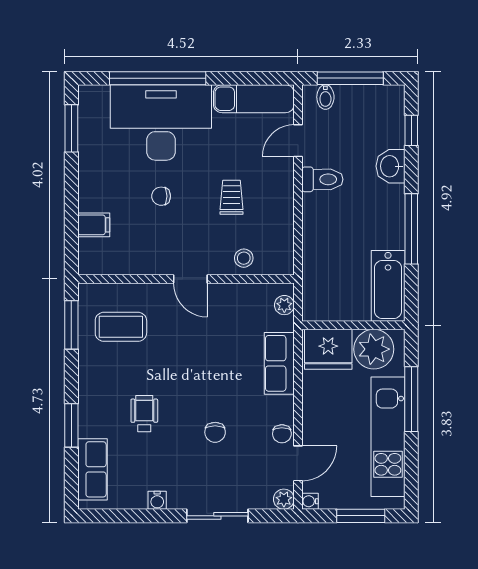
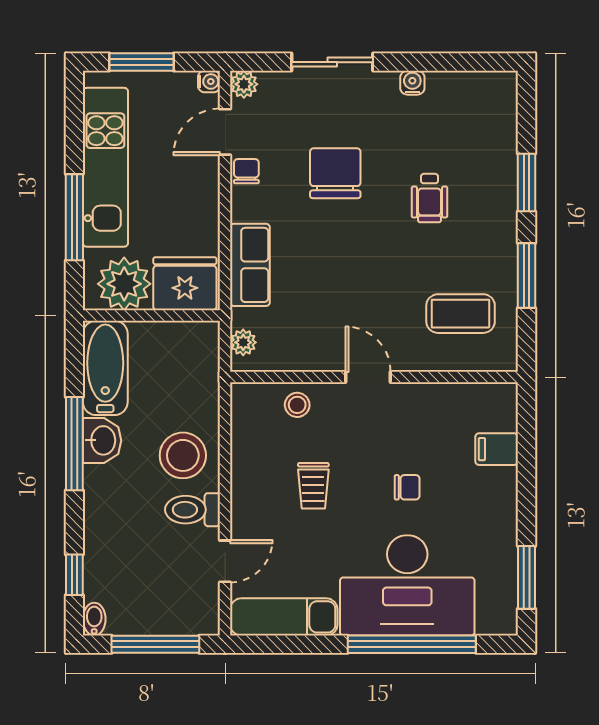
bidet: (325, 97) -> (94, 619), moved
washbasin: (390, 166) -> (102, 440), moved
stool: (330, 220) -> (183, 455), added
window: (71, 325) -> (526, 275), moved
chair: (215, 432) -> (335, 173), width x1.87, depth x1.87
row of seats: (93, 469) -> (498, 124), removed

